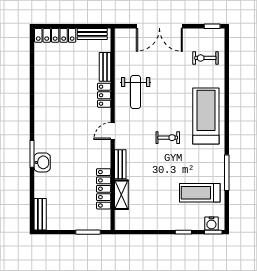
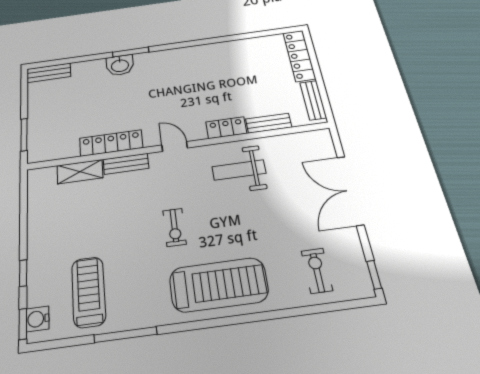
locker: (104, 189) -> (111, 143), moved

